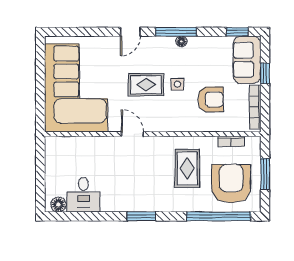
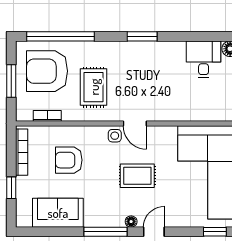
window: (237, 32) -> (215, 232), moved
floor lamp: (181, 41) -> (131, 222), moved
sofa: (247, 60) -> (58, 213), moved, turned -90
side table: (177, 84) -> (115, 136), moved
door: (132, 134) -> (135, 123), moved
armchair: (231, 183) -> (47, 71), turned 90

